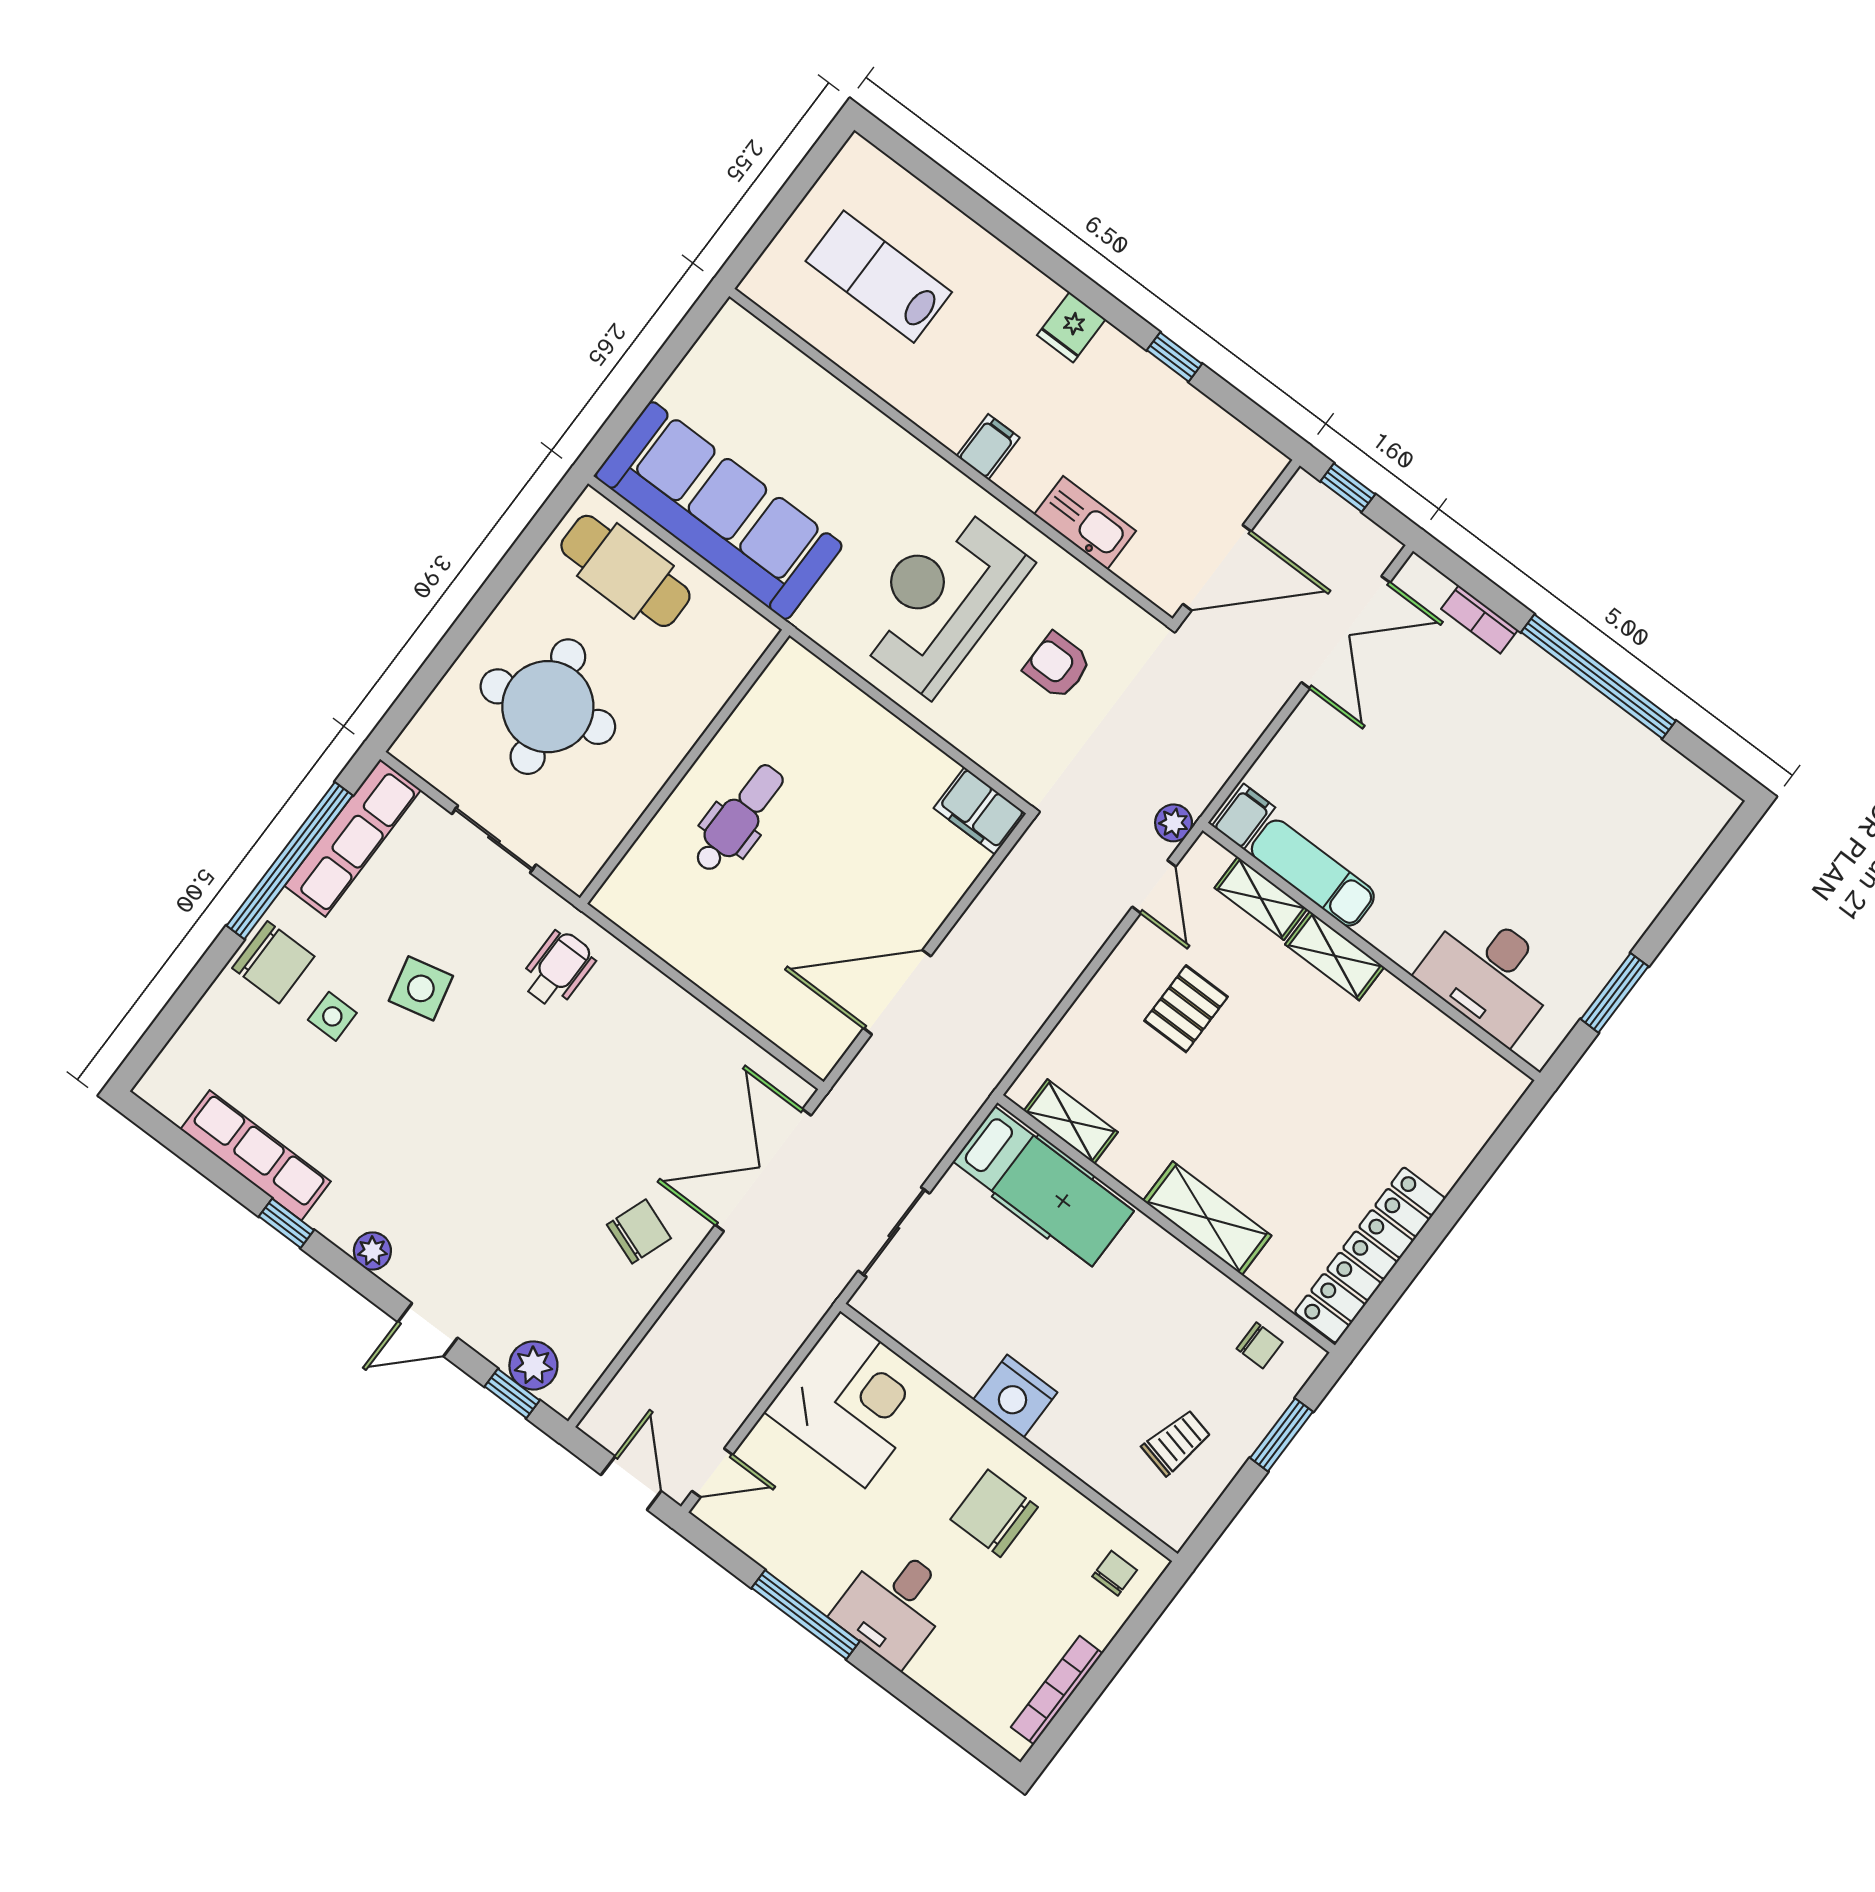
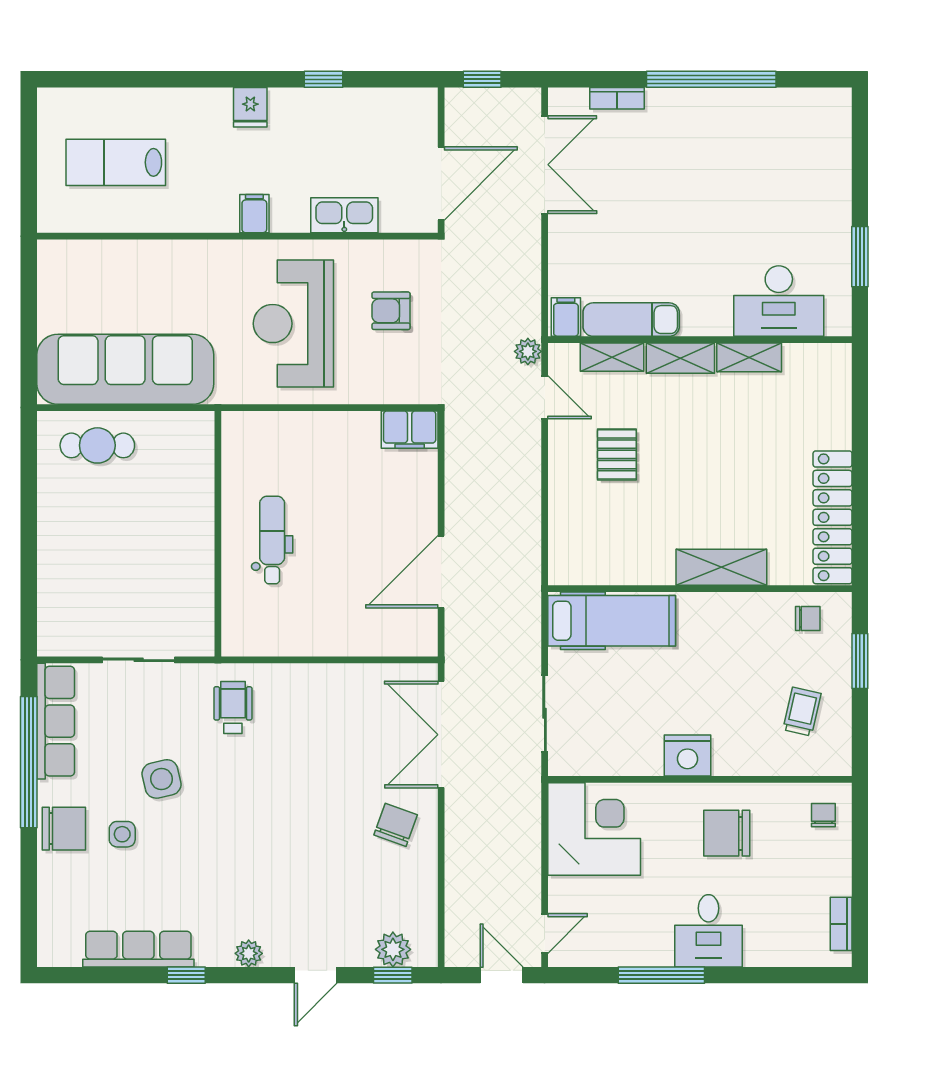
cafe table: (625, 571) -> (97, 445), width x0.73, depth x0.74
round table: (548, 707) -> (112, 559), removed
shelving: (1071, 1121) -> (749, 357), moved
bookcase: (1057, 1690) -> (841, 924), width x0.64

